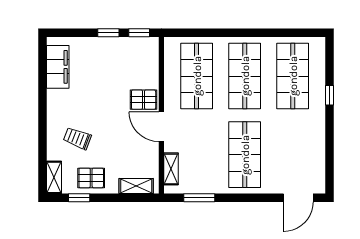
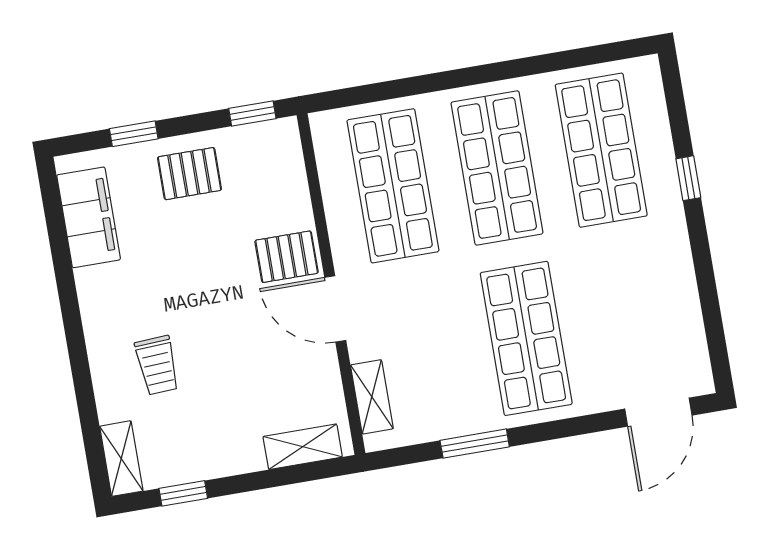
window: (108, 33) -> (134, 134), moved
trolley: (77, 138) -> (157, 365), turned -114
pallet: (91, 178) -> (190, 174), moved
window: (199, 198) -> (475, 444), moved

